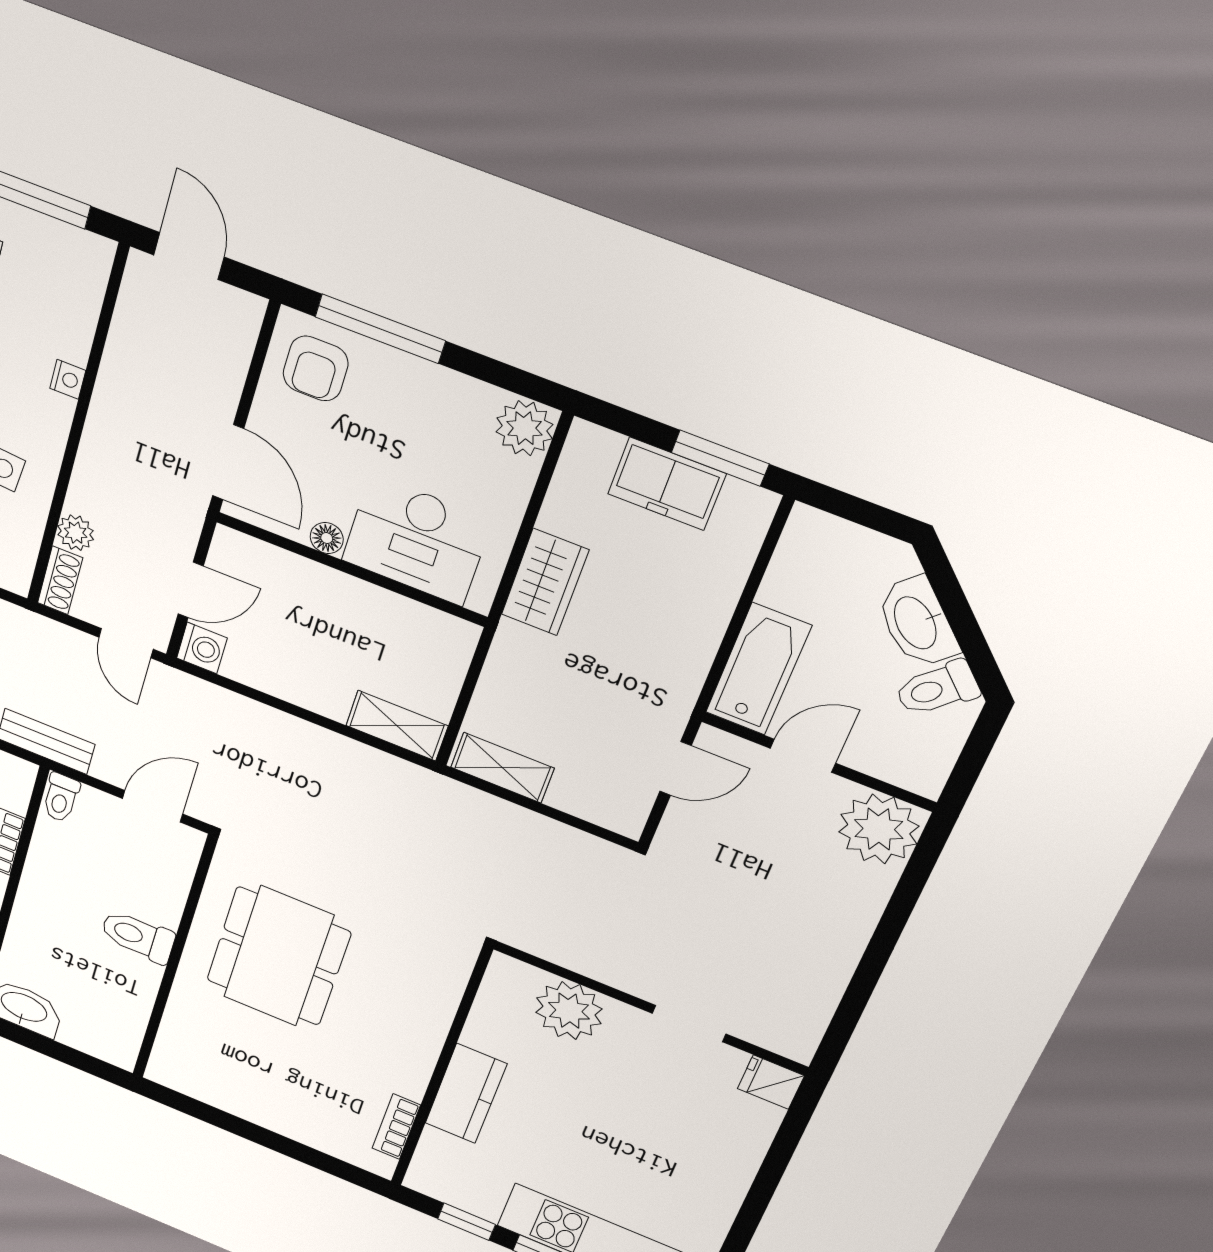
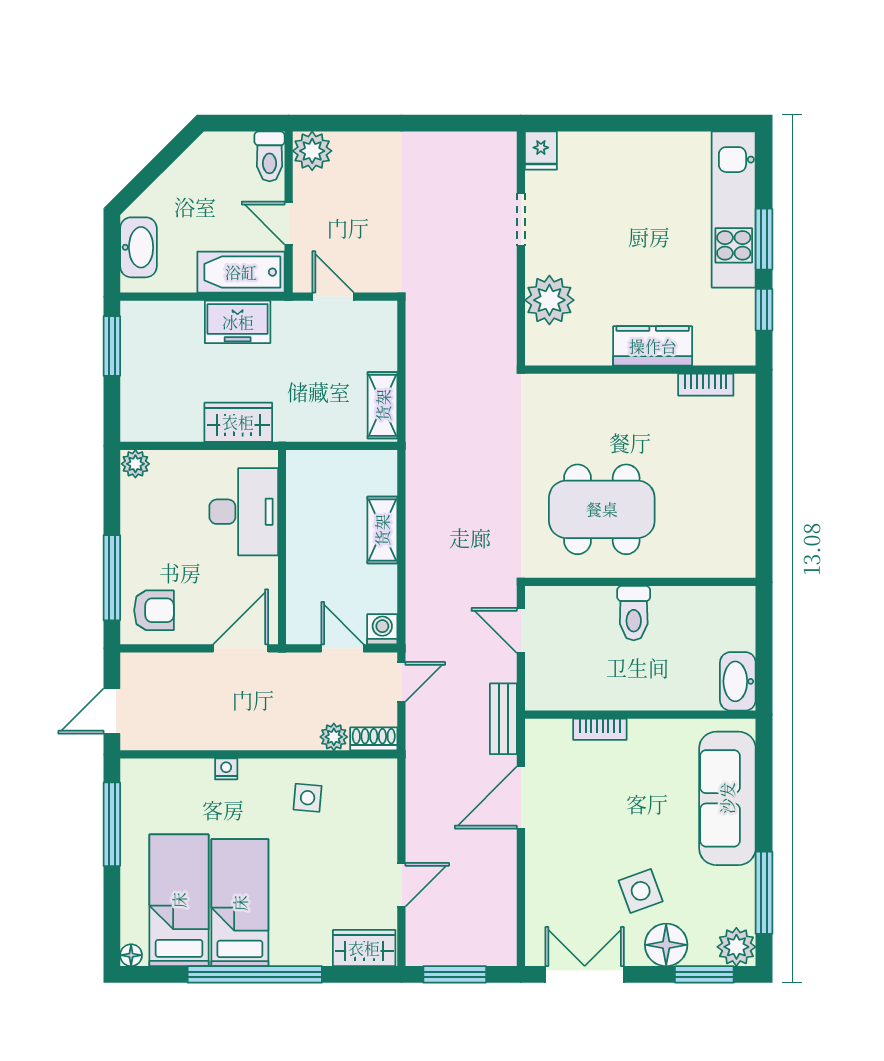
plant: (524, 428) -> (135, 464), width x0.73, depth x0.73
freezer: (667, 484) -> (238, 322), moved, turned 90
floor lamp: (327, 538) -> (267, 569), removed
washbasin: (917, 622) -> (138, 247), moved, turned -45
toilet: (937, 689) -> (270, 156), moved, turned 45
shelving: (397, 726) -> (382, 530), moved
toilet: (61, 798) -> (544, 697), removed
plant: (879, 829) -> (312, 151), width x0.73, depth x0.73

